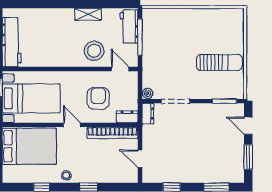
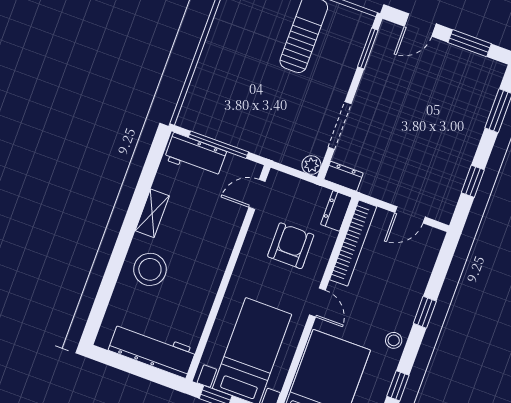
stool: (94, 51) -> (150, 269), moved
armchair: (98, 98) -> (291, 246), turned 90
door: (72, 125) -> (317, 302), swing flipped

